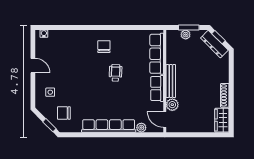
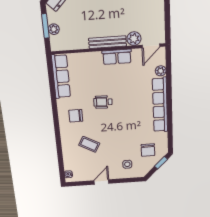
row of seats: (157, 54) -> (61, 76), moved, turned -90
coffee table: (74, 57) -> (89, 144), added

